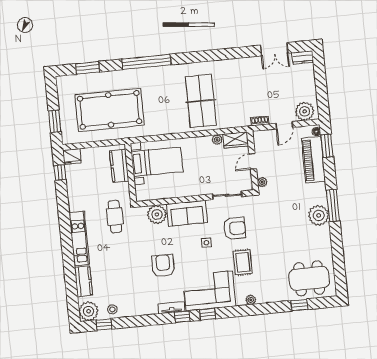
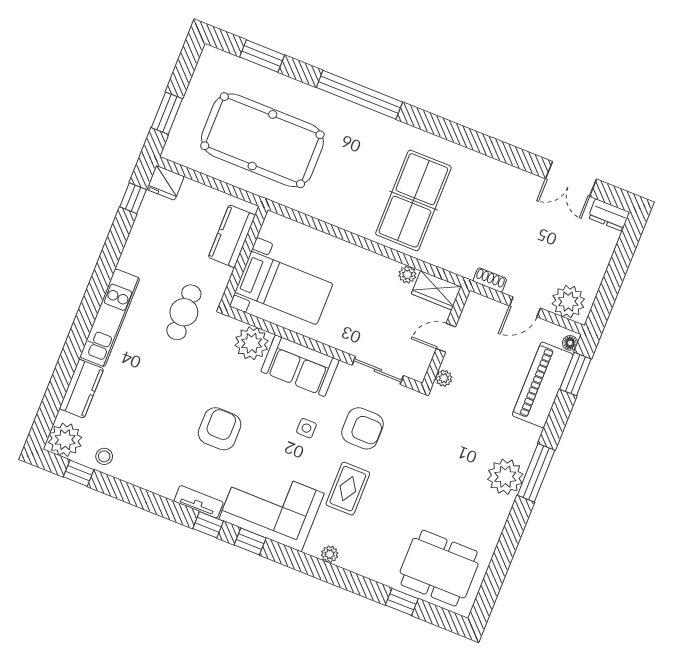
bed with nightstands: (157, 162) -> (284, 288), moved

